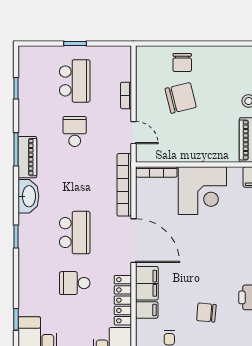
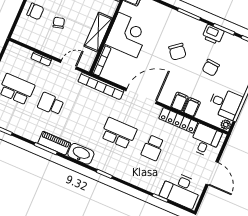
chair: (181, 98) -> (59, 23), width x0.54, depth x0.54
shelving: (190, 152) -> (98, 32), added
chair: (208, 262) -> (177, 52), added
filing cabinet: (147, 283) -> (179, 102), width x0.50

